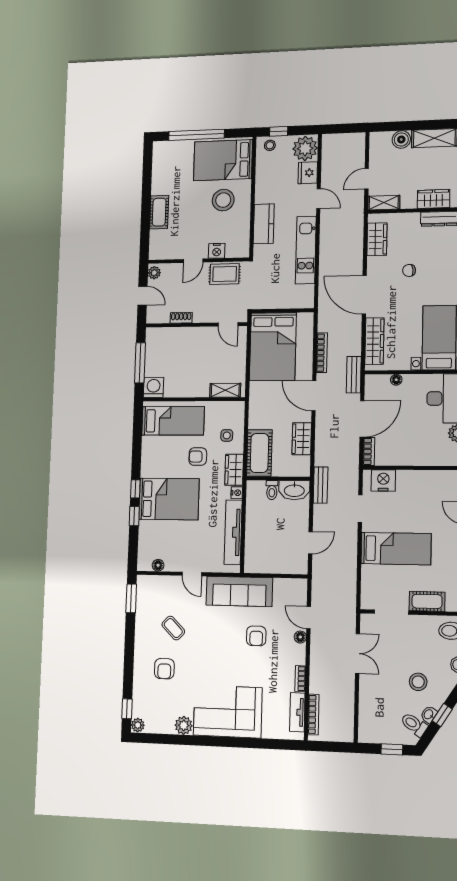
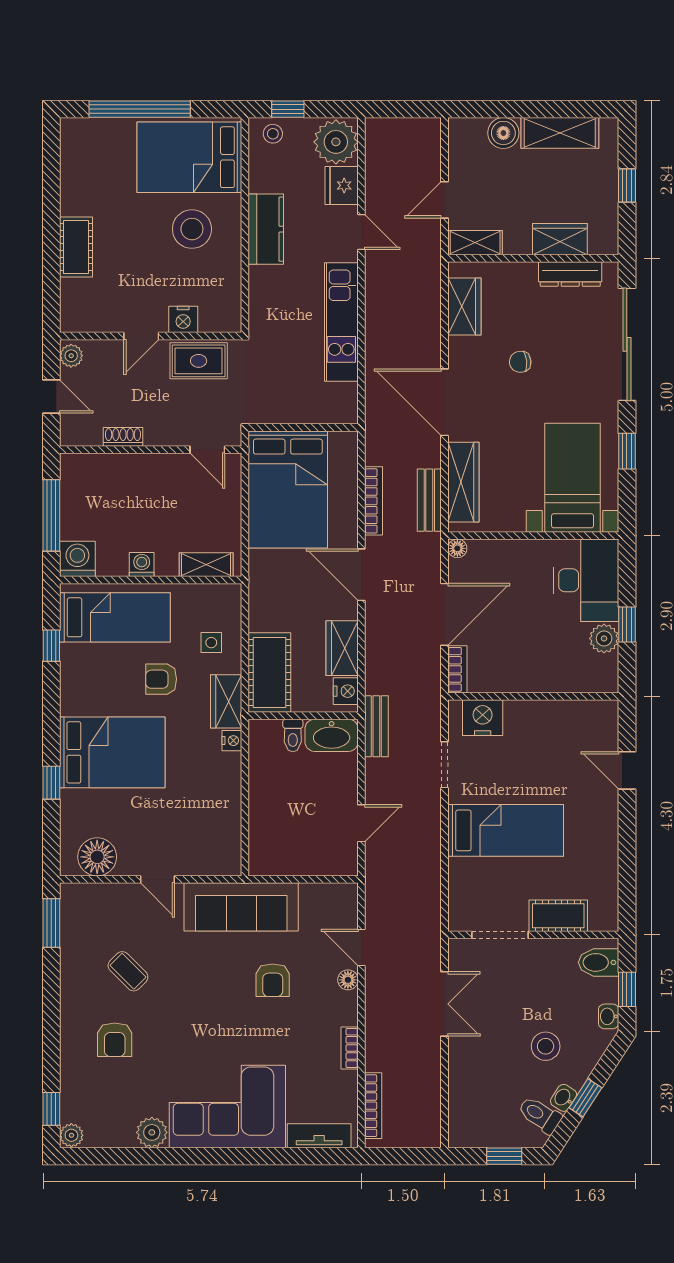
kitchen counter: (264, 224) -> (266, 229), moved
bench: (354, 375) -> (429, 500), moved
floor lamp: (396, 380) -> (457, 548), moved
washing machine: (189, 390) -> (142, 564), added
nightstand: (303, 464) -> (346, 691), added
window: (135, 489) -> (51, 646), moved
tv unit: (233, 532) -> (228, 808), removed
floor lamp: (158, 565) -> (97, 857), width x1.89, depth x1.89
tv unit: (297, 712) -> (319, 1136), moved, turned 90

